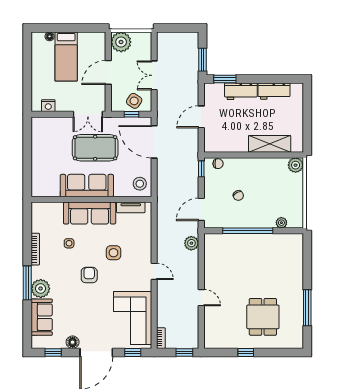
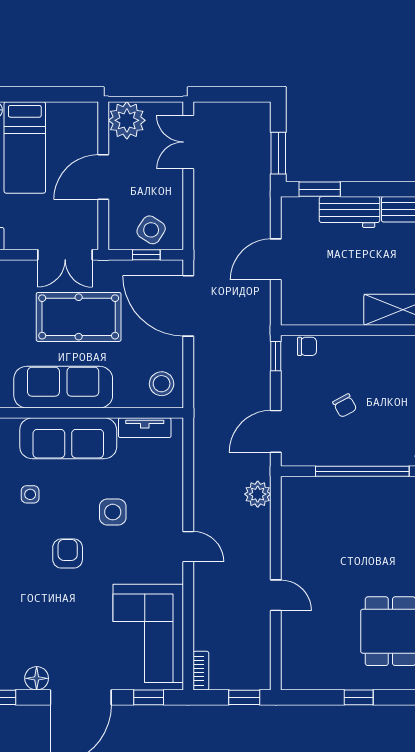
double door: (154, 75) -> (188, 142), moved

